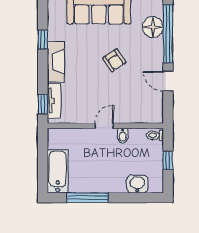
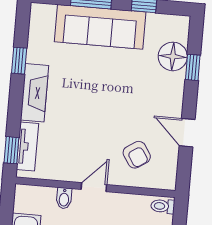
window: (168, 34) -> (193, 67), width x0.32
armchair: (114, 60) -> (137, 155), moved
bidet: (123, 136) -> (64, 198), moved

